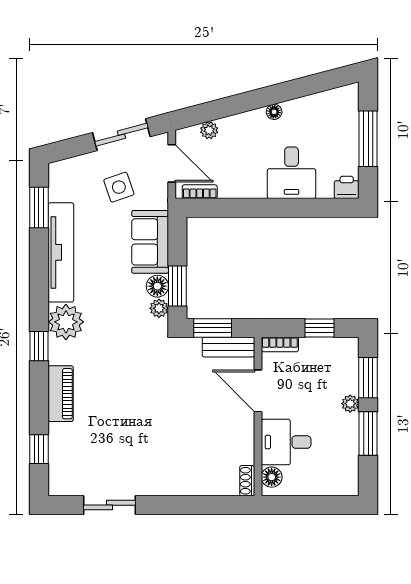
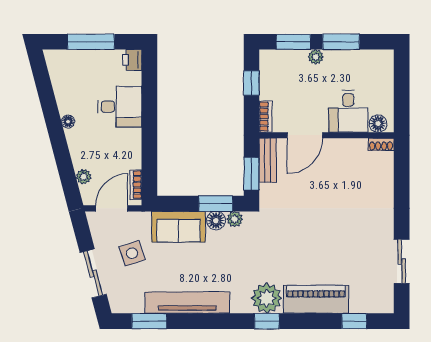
sliding door: (121, 135) -> (93, 274), moved
plant: (66, 322) -> (267, 298), moved
piano: (61, 394) -> (316, 299), width x1.37, depth x1.33

